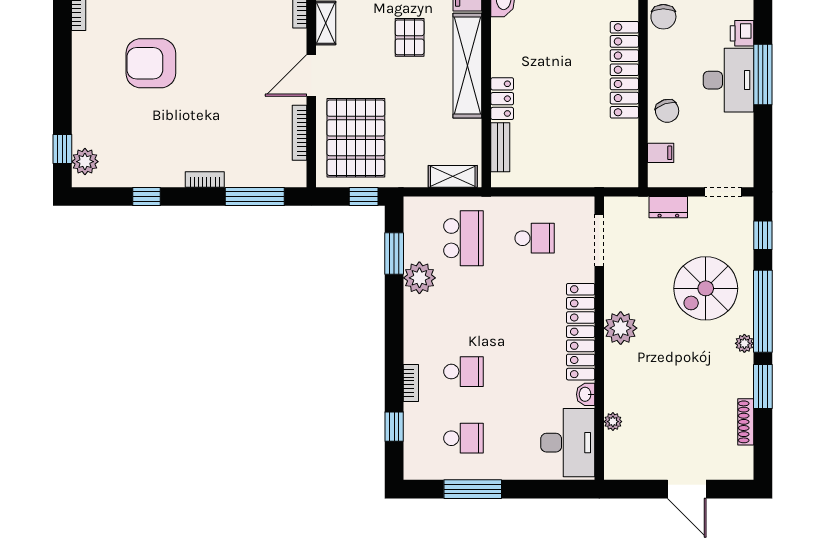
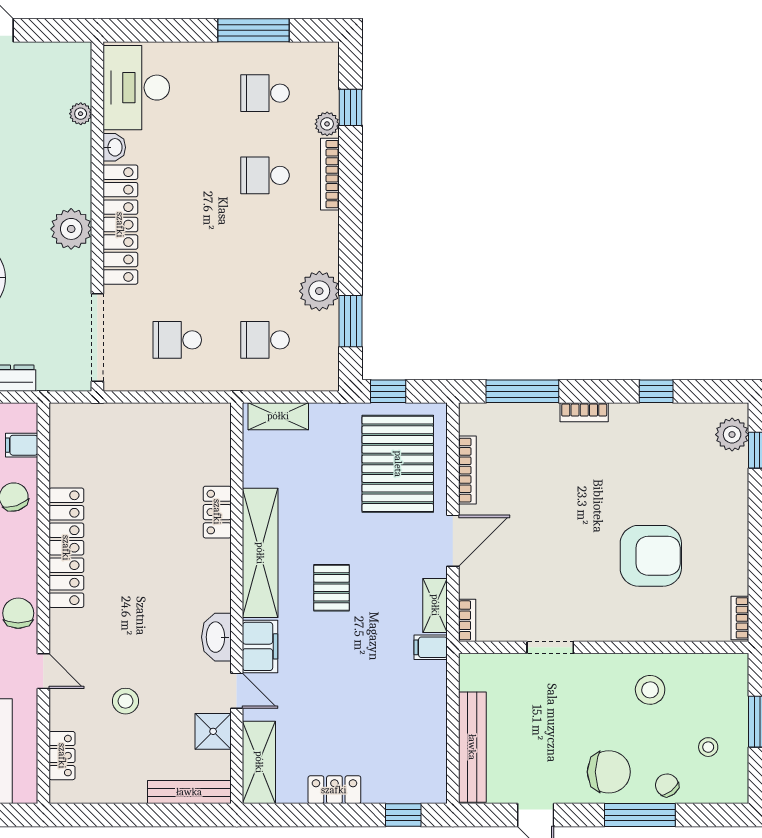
bench: (500, 147) -> (219, 452), removed
school desk: (463, 238) -> (265, 340), width x0.54
doorway: (599, 240) -> (97, 337), width x1.36
bookcase: (411, 383) -> (330, 174), width x1.56
plant: (413, 413) -> (327, 124), added

